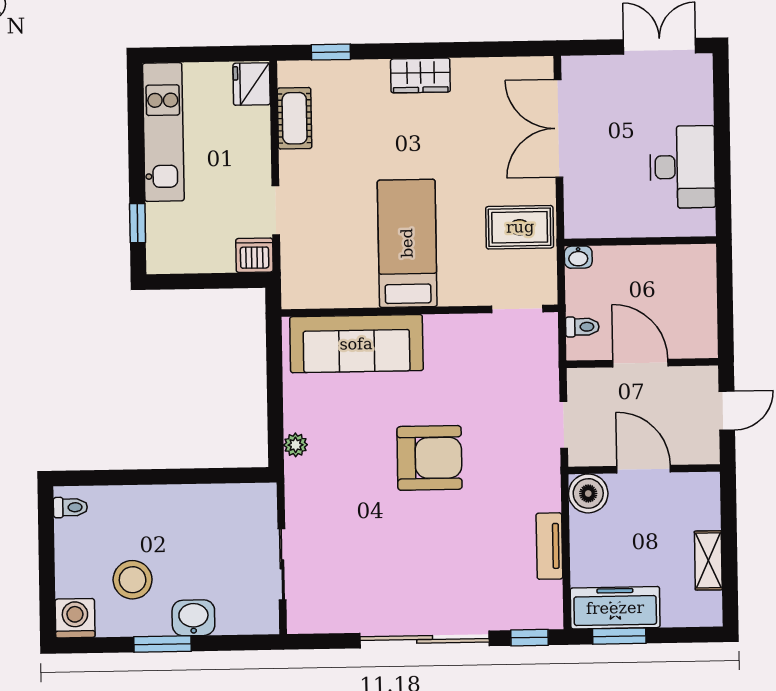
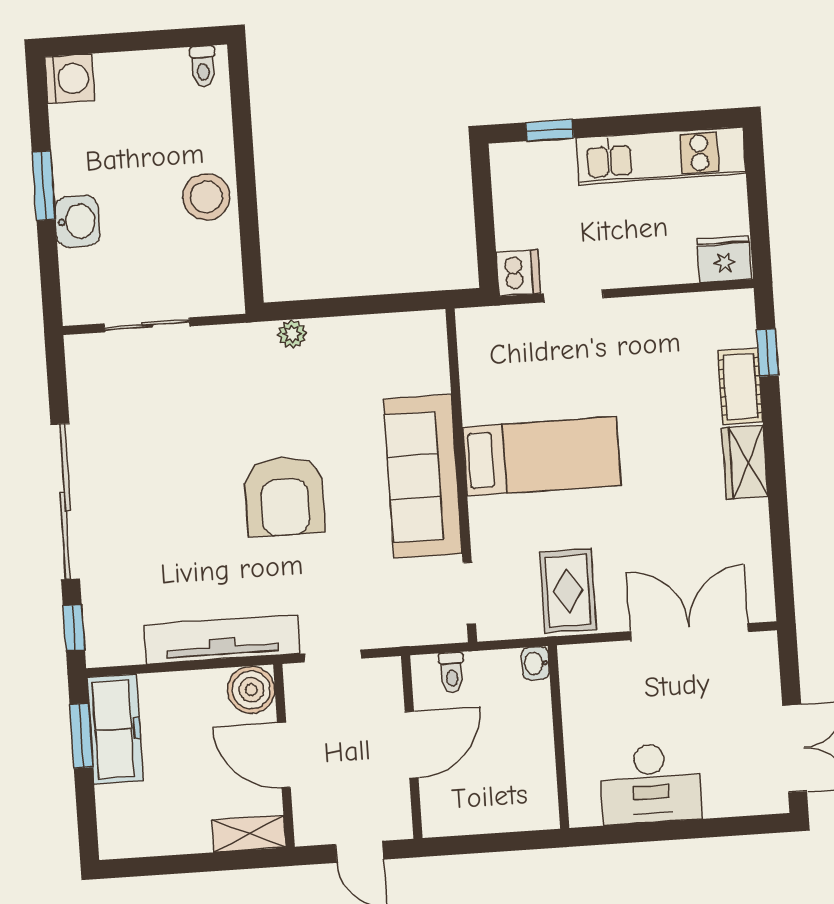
cot: (295, 118) -> (740, 386), moved, turned 90
sofa: (356, 344) -> (423, 476), moved
door: (644, 469) -> (284, 755), swing flipped
tv unit: (549, 546) -> (222, 639), width x1.92, depth x1.29
shelving: (708, 560) -> (249, 834), moved
stool: (133, 580) -> (206, 197), moved

